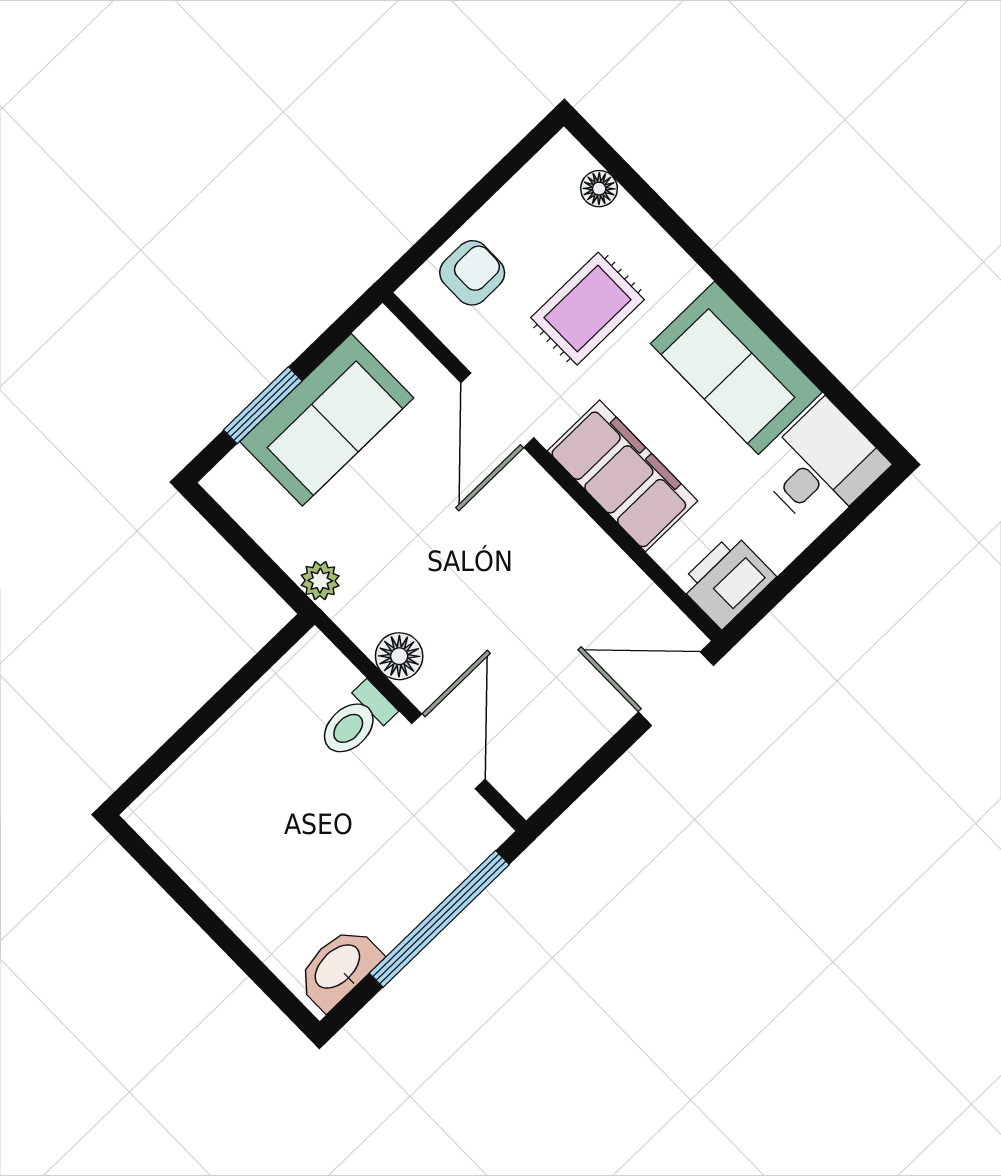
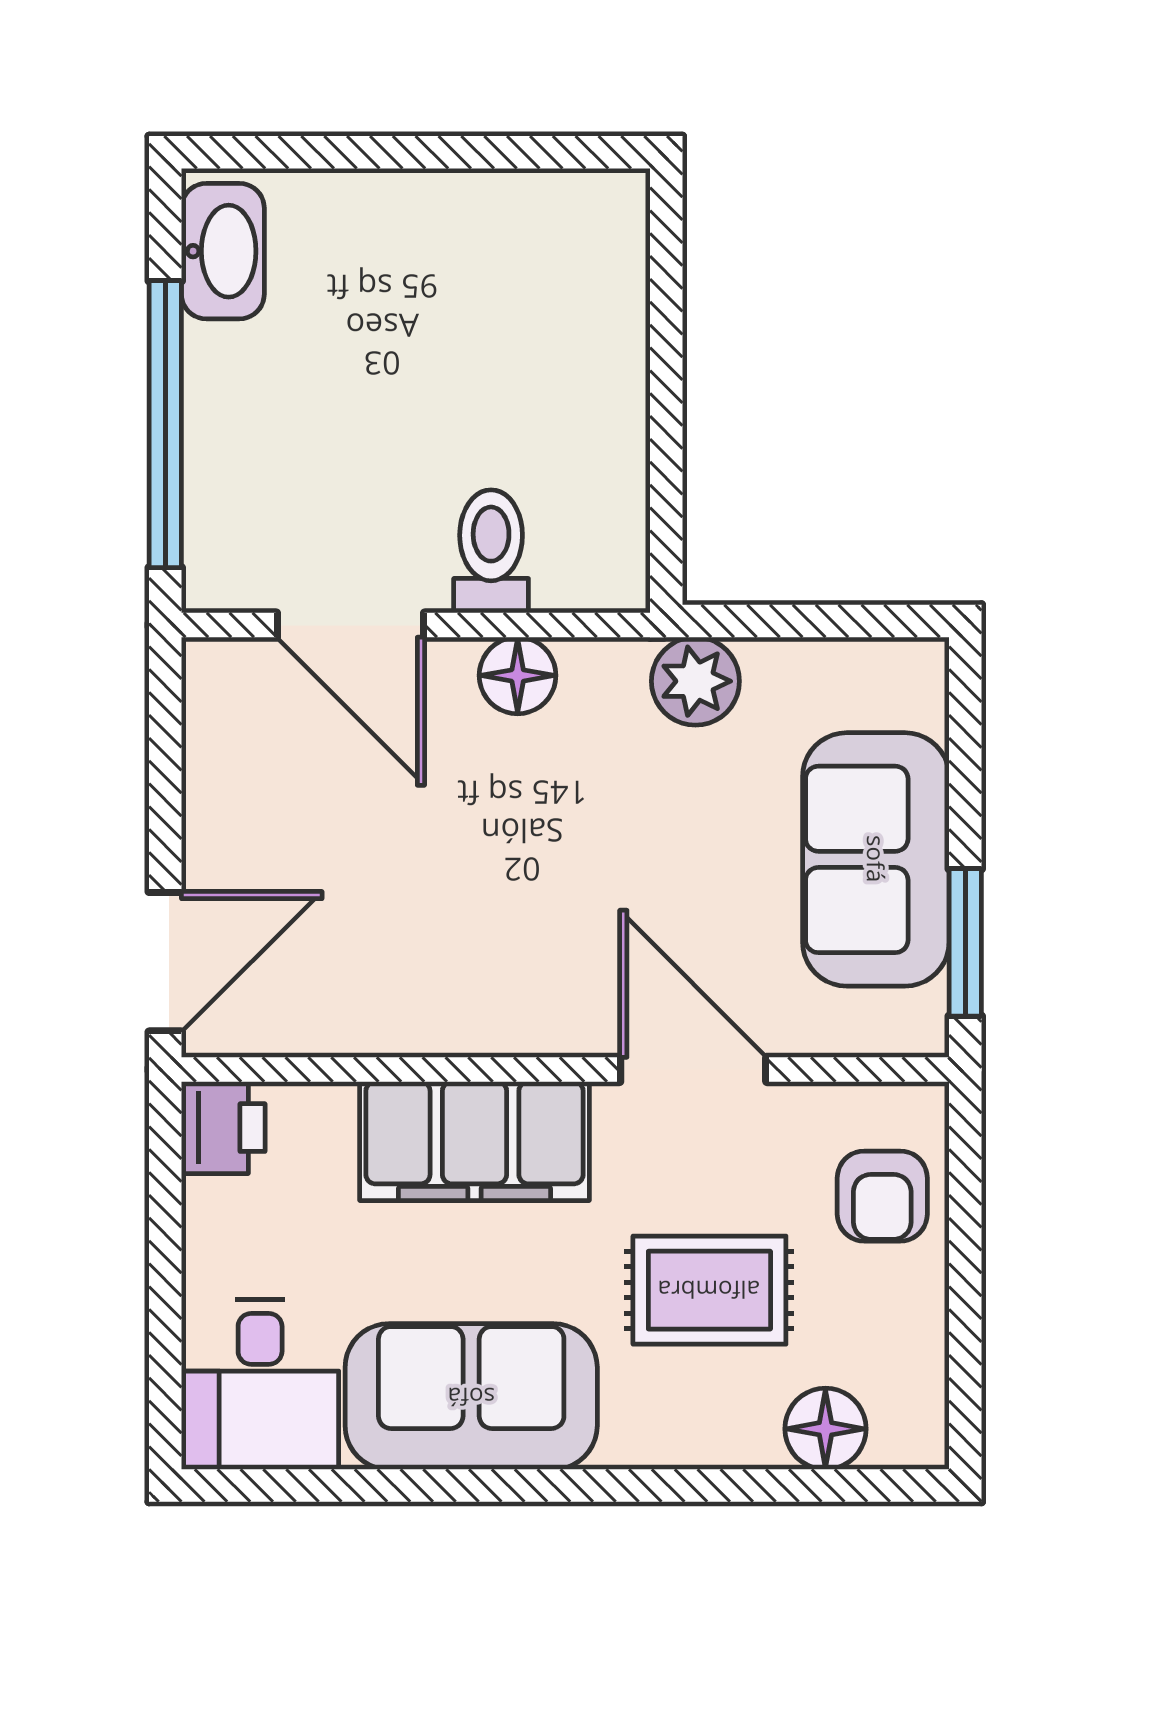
floor lamp: (599, 189) -> (825, 1429), width x1.37, depth x1.37
rug: (588, 309) -> (709, 1290), turned 90
window: (263, 405) -> (965, 942), moved
plant: (320, 581) -> (695, 681), width x1.38, depth x1.38
printer: (727, 581) -> (223, 1128), width x0.73, depth x0.81

